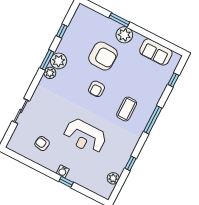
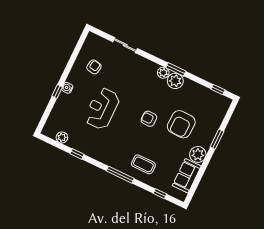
window: (62, 31) -> (218, 90), moved
plant: (124, 35) -> (198, 154), moved
coffee table: (127, 109) -> (143, 164), moved

